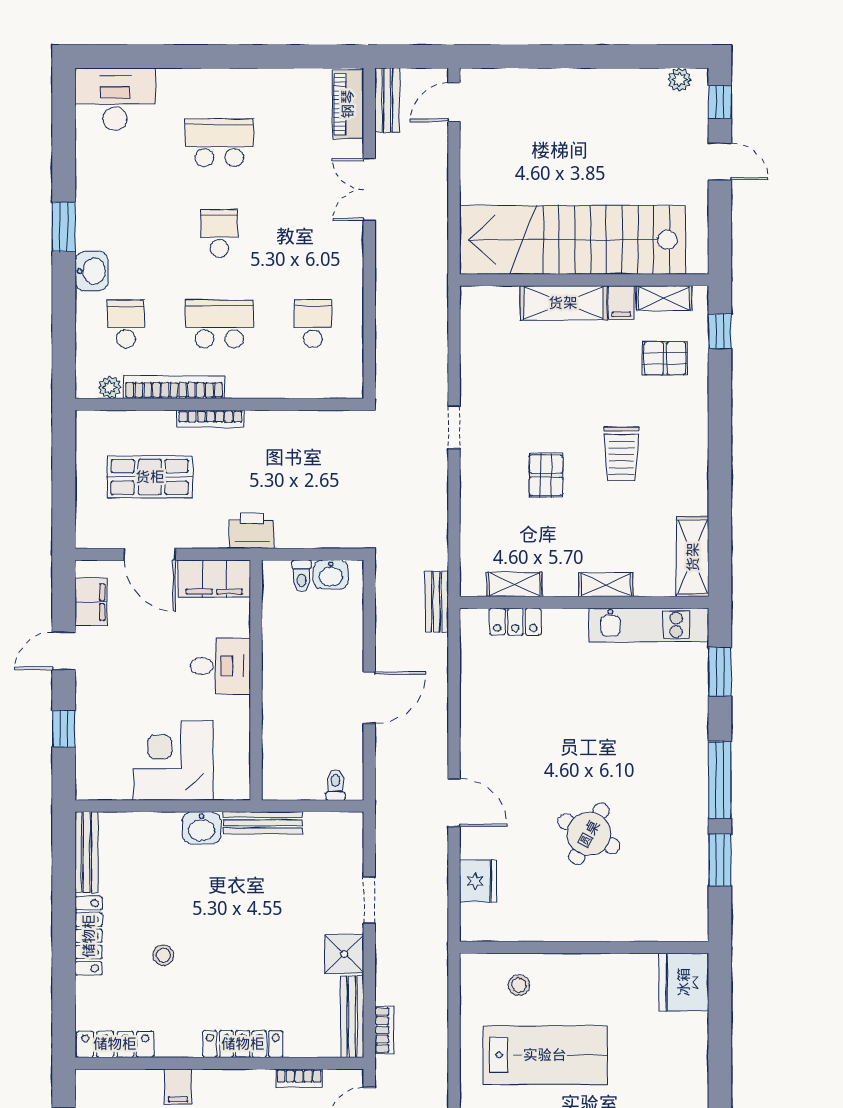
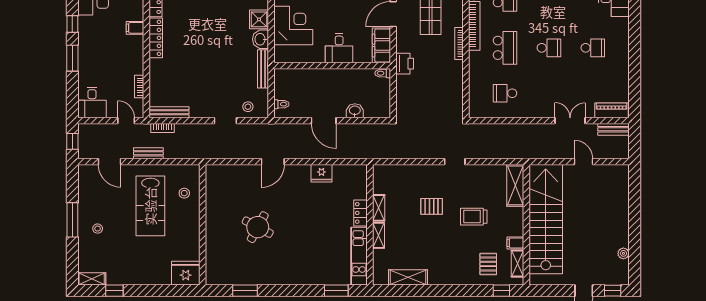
plant: (679, 80) -> (623, 253), moved
door: (454, 102) -> (584, 162), moved
school desk: (219, 143) -> (593, 48), width x0.54
shelving: (563, 303) -> (515, 185), moved
school desk: (313, 324) -> (505, 93), turned 180
trolley: (621, 454) -> (474, 217), moved
shelving: (693, 557) -> (408, 277), moved
washbasin: (331, 574) -> (355, 111), moved, turned 90
toilet: (302, 576) -> (383, 73), moved
shelving: (515, 584) -> (379, 208), moved
bench: (437, 602) -> (148, 153), moved
locker: (515, 622) -> (361, 213), moved
window: (720, 780) -> (284, 291), removed
fridge: (478, 881) -> (321, 173), moved
shower: (344, 954) -> (259, 19), moved
stool: (163, 955) -> (248, 107), moved
locker: (243, 1044) -> (156, 38), moved

